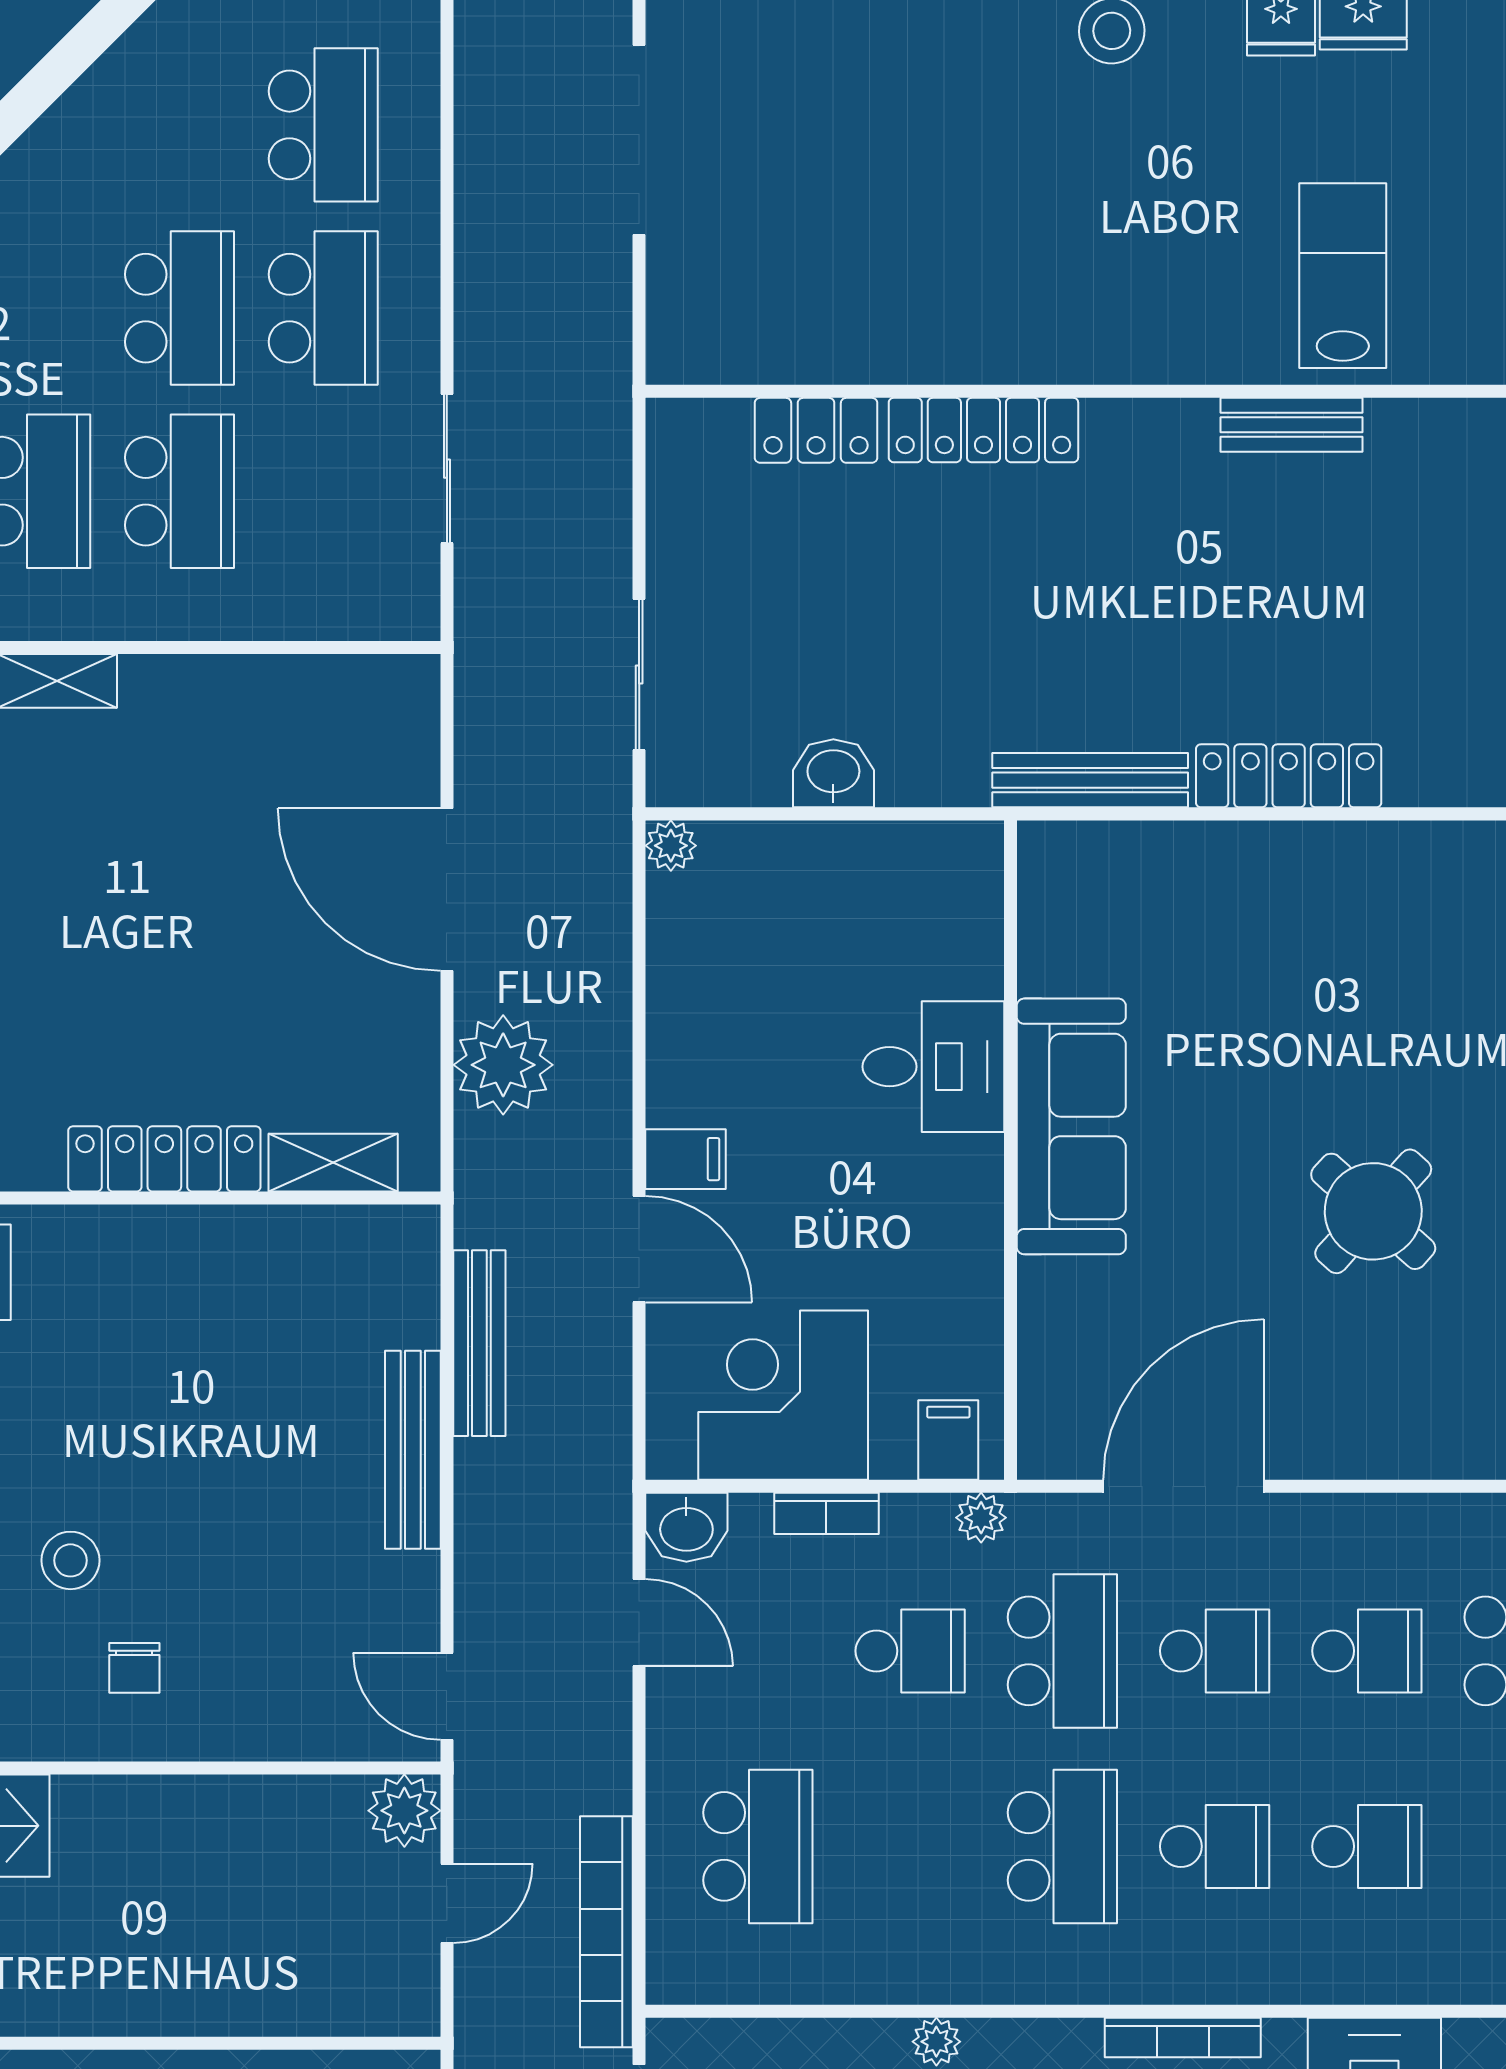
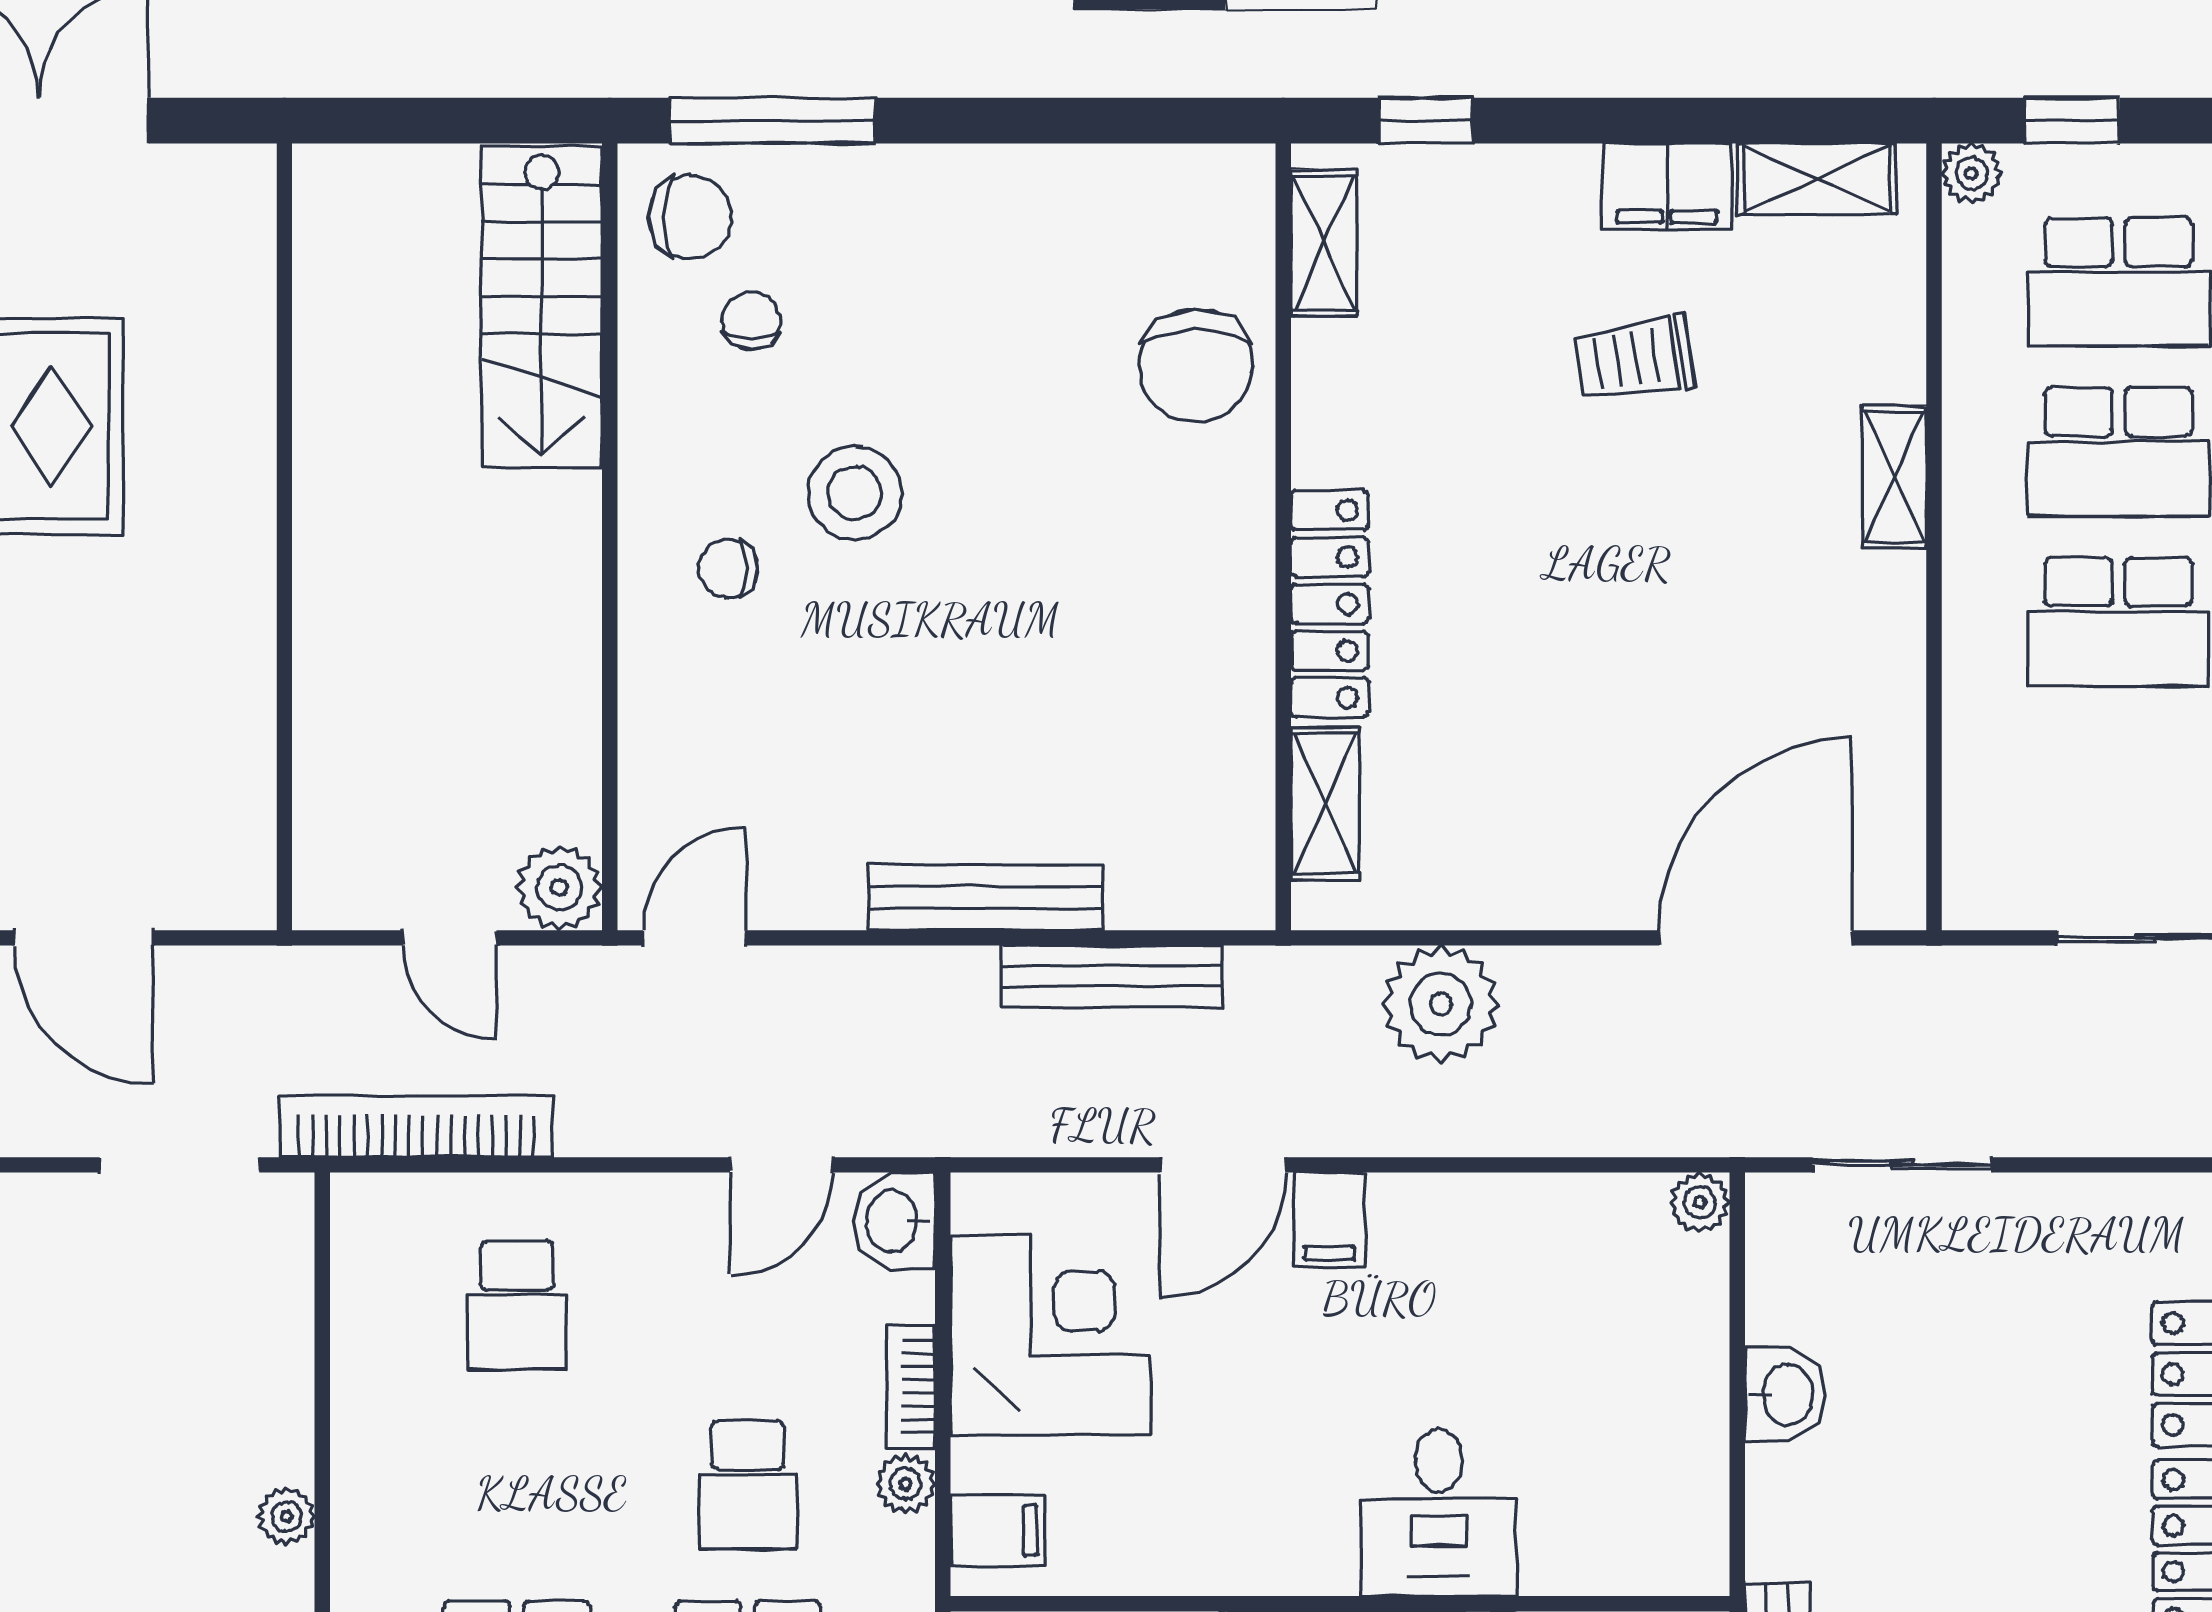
door: (447, 889) -> (1755, 938), moved
plant: (981, 1518) -> (906, 1484), moved
stool: (70, 1560) -> (855, 493), width x1.38, depth x1.38
school desk: (758, 1846) -> (517, 1305), width x0.54

